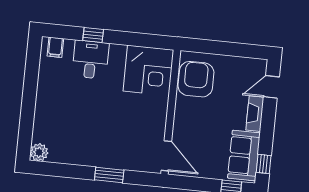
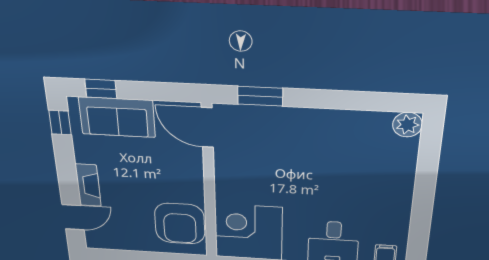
sofa: (244, 156) -> (117, 117), moved, turned 90
window: (109, 175) -> (260, 96), moved

